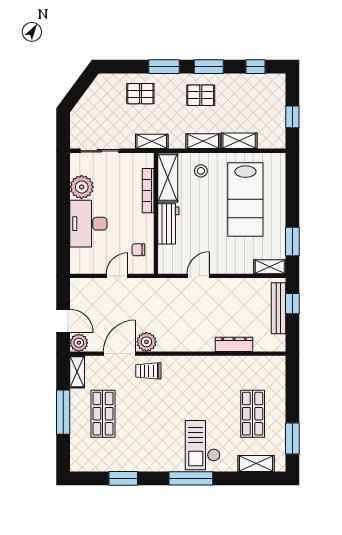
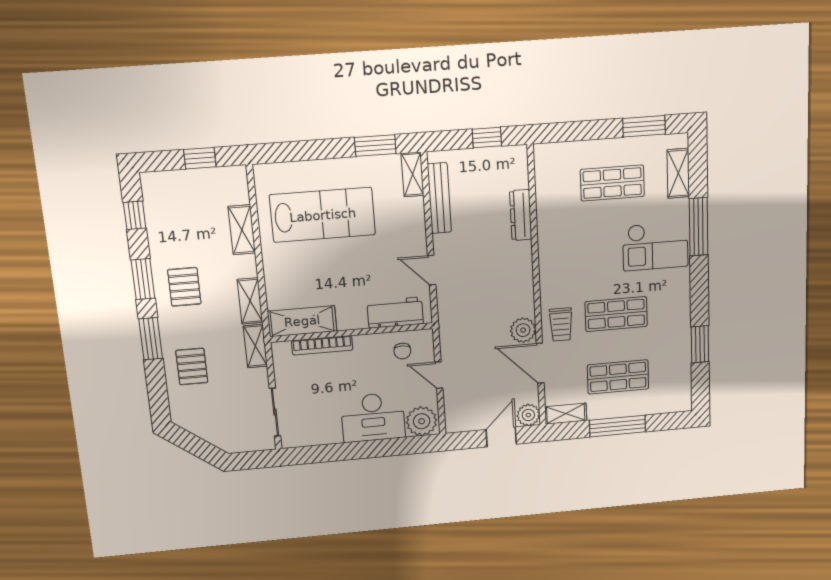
shelving: (203, 141) -> (250, 301), moved
stool: (201, 171) -> (289, 278), removed
plant: (82, 187) -> (422, 421), moved
workbench: (168, 224) -> (395, 313), moved
window: (292, 304) -> (487, 138), moved
bench: (278, 308) -> (439, 198), moved, turned 90
shop shelf: (153, 414) -> (616, 314), added
window: (191, 478) -> (699, 227), moved

